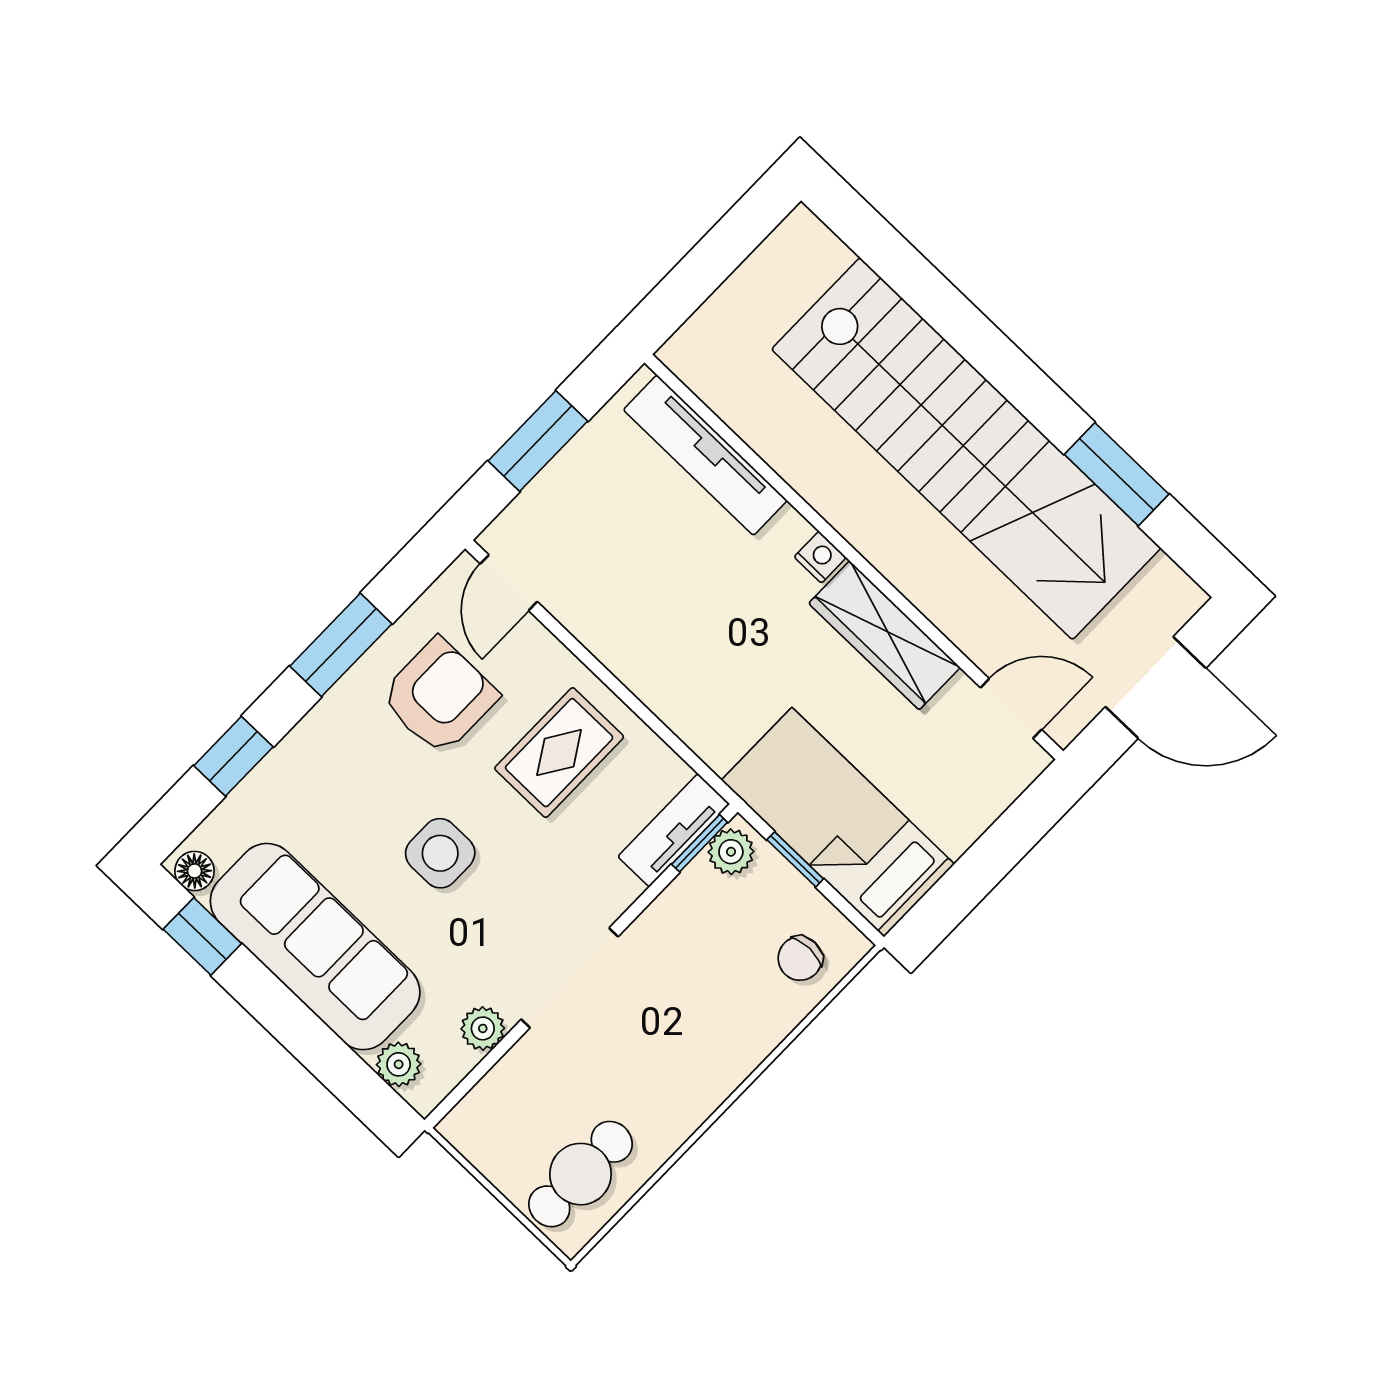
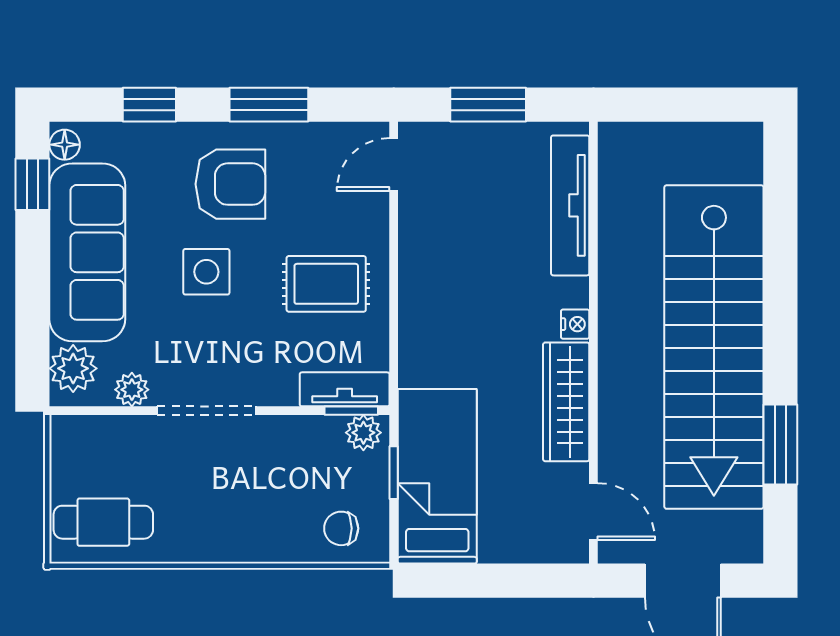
armchair: (439, 696) -> (230, 184), moved
plant: (399, 1064) -> (73, 368), width x1.38, depth x1.38

